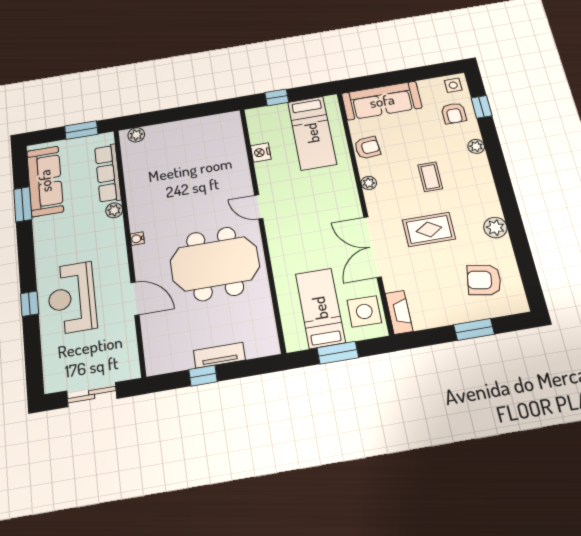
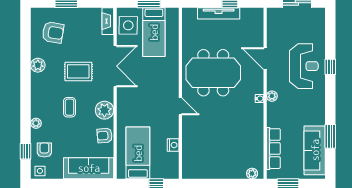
plant: (369, 183) -> (104, 110), width x1.88, depth x1.88
plant: (114, 210) -> (272, 96), moved
tv unit: (219, 355) -> (219, 13), width x1.41

